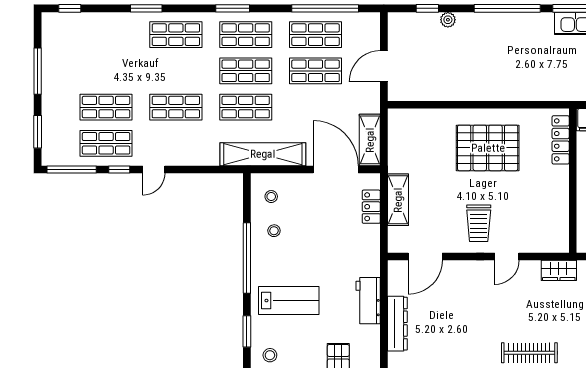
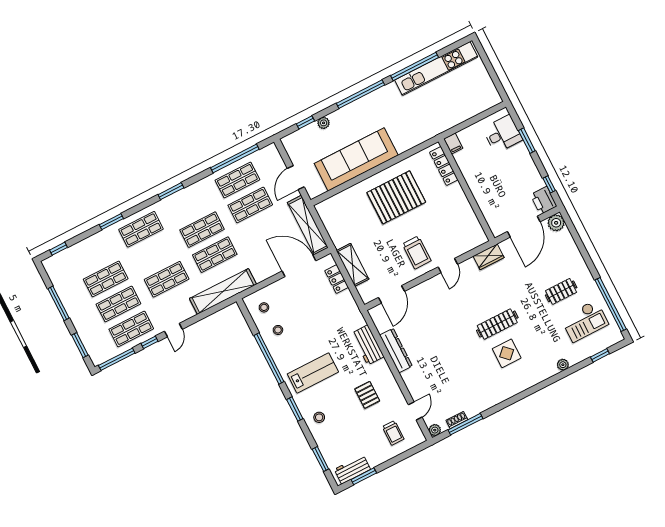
shop shelf: (246, 35) -> (106, 279), moved
sofa: (464, 81) -> (356, 159), added
shelving: (370, 140) -> (308, 225), width x1.47
shelving: (263, 154) -> (223, 291), moved

